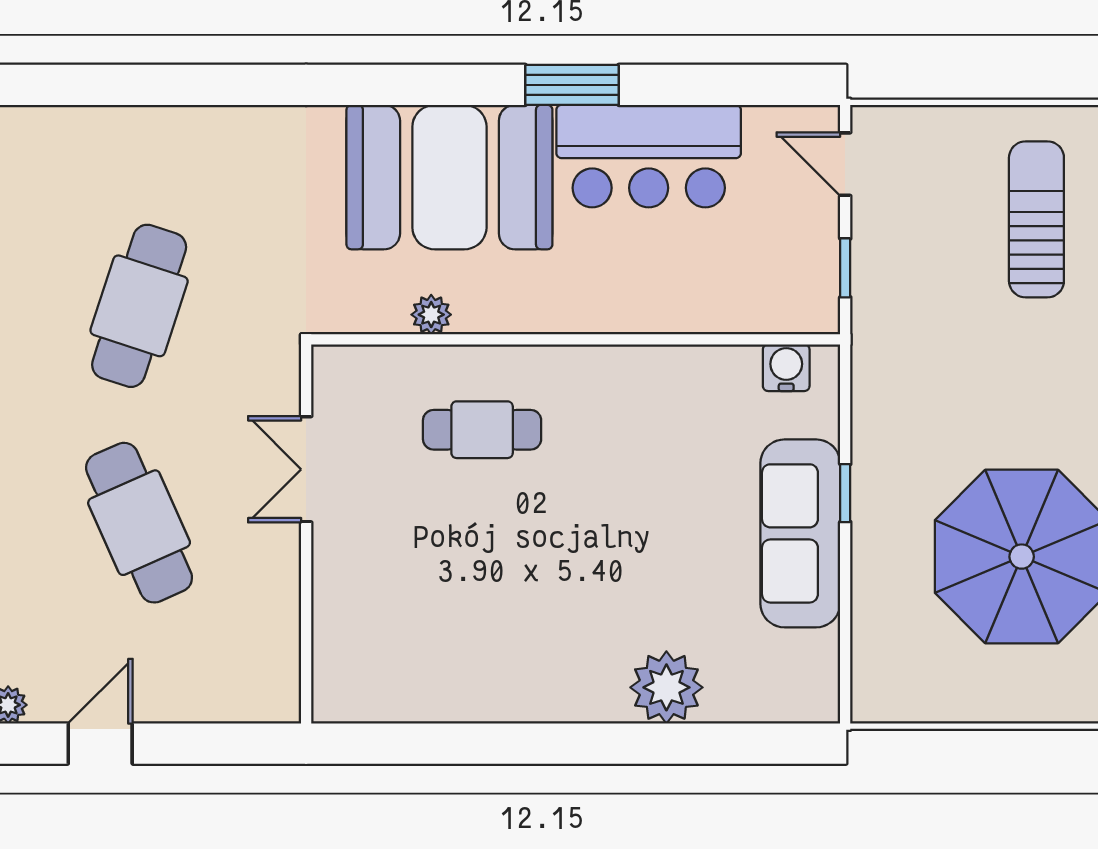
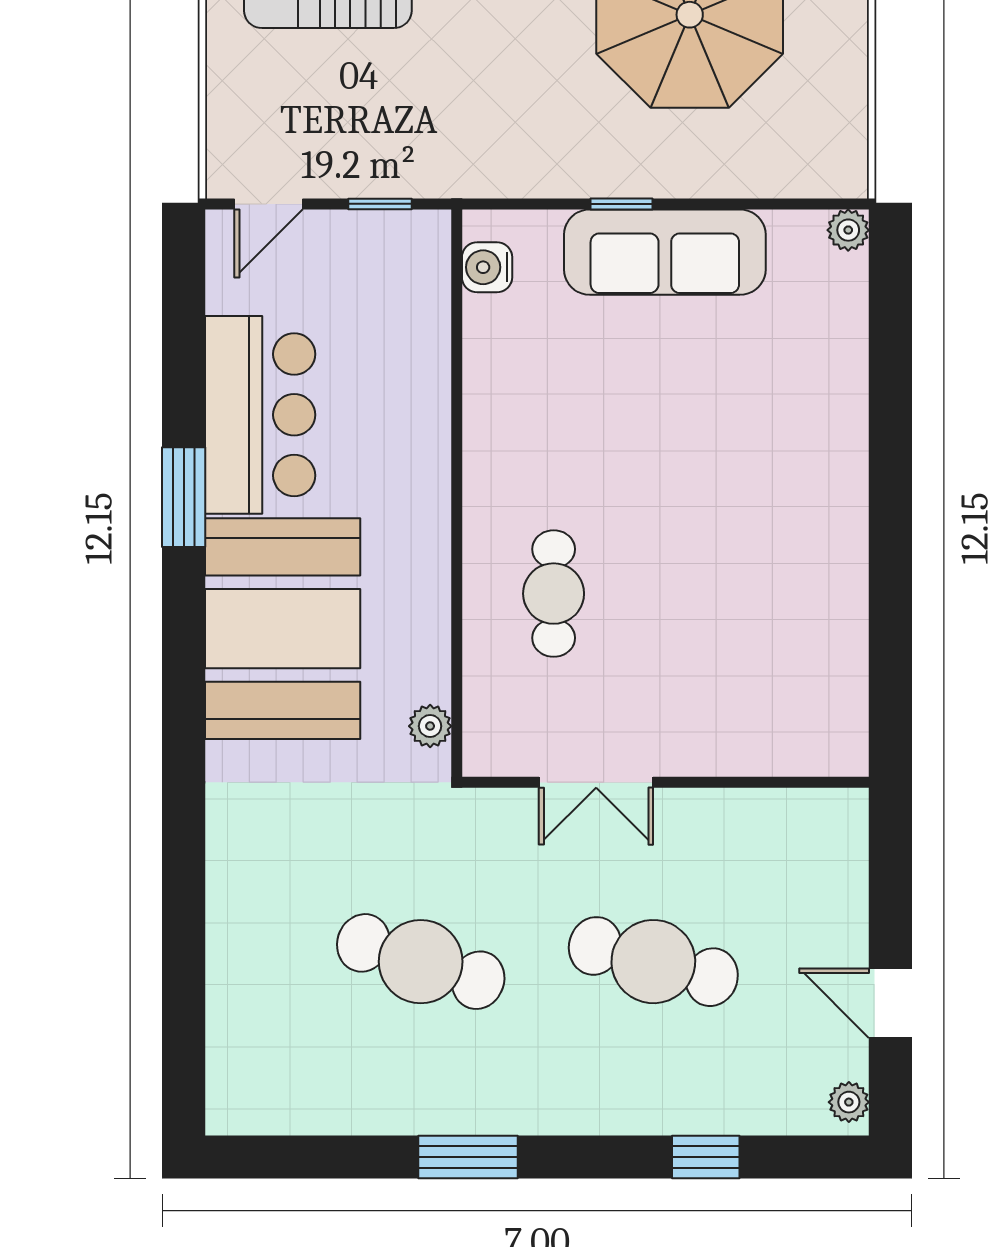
plant: (431, 315) -> (430, 726), moved
cafe table: (139, 523) -> (653, 962), turned 39
plant: (666, 687) -> (848, 230), moved, width x0.53, depth x0.53

